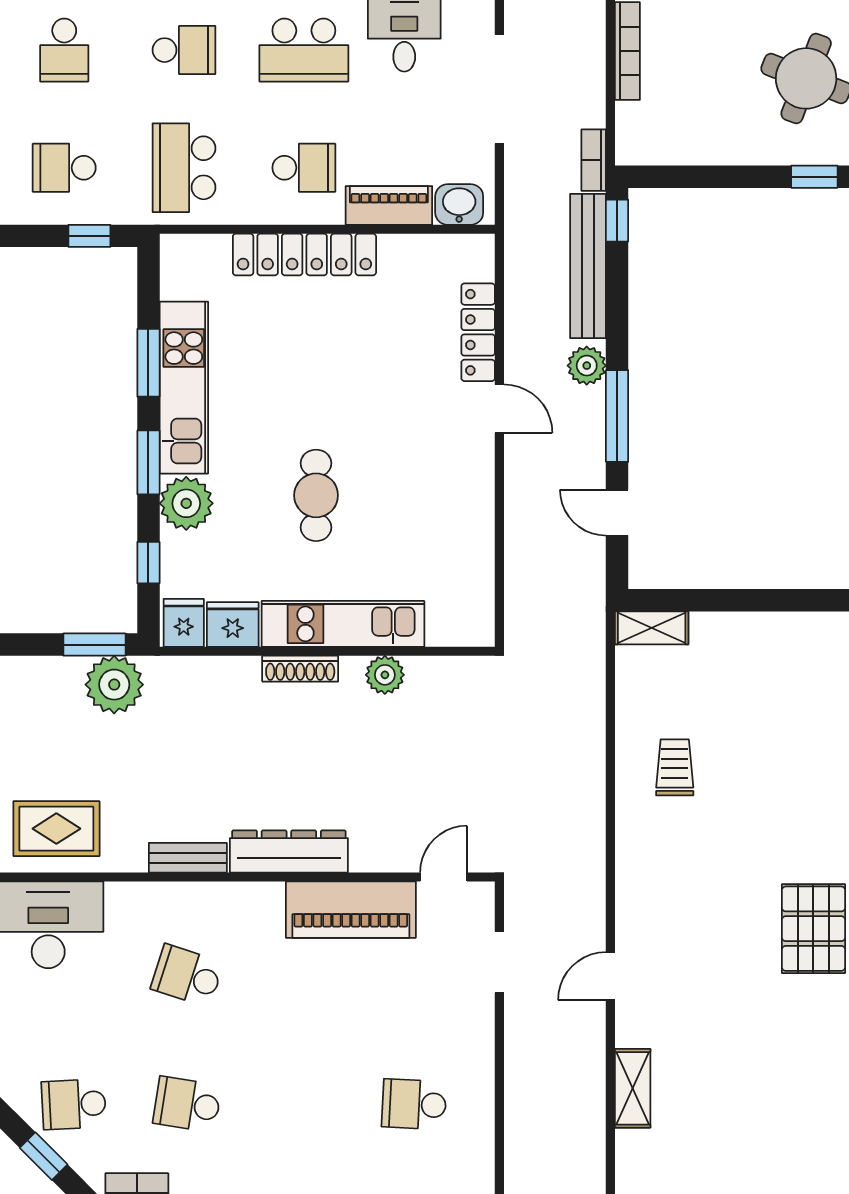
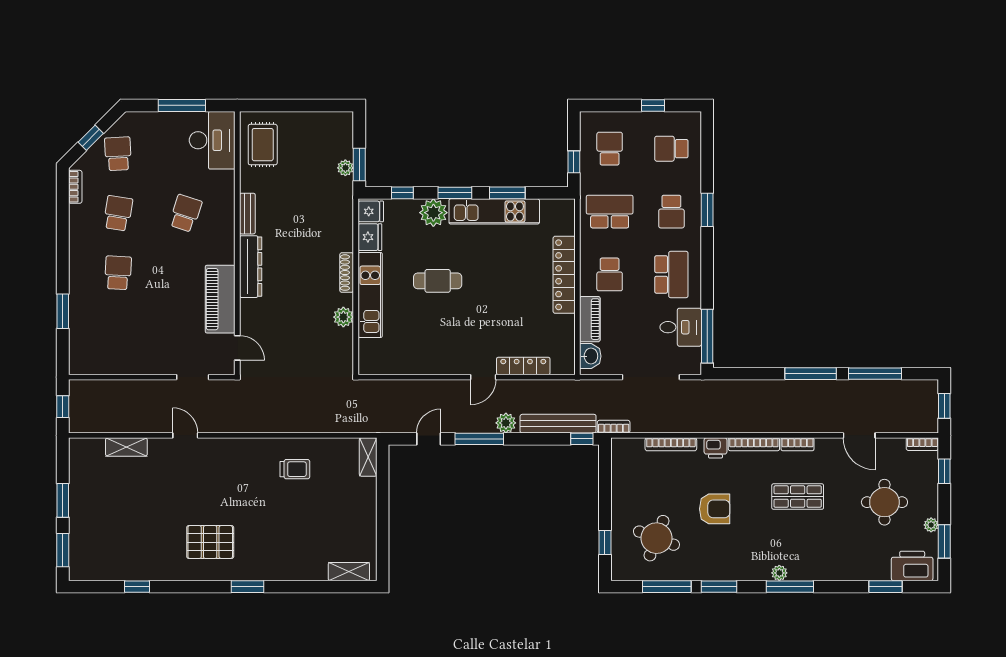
school desk: (304, 50) -> (671, 274), turned 180
plant: (114, 685) -> (345, 168), width x0.53, depth x0.53
school desk: (414, 1104) -> (118, 273), moved

